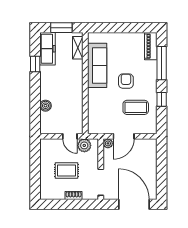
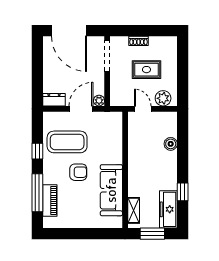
piano: (151, 46) -> (50, 200), moved
armchair: (126, 81) -> (78, 172), turned -90
coffee table: (136, 107) -> (67, 142), width x1.36, depth x1.32
dresser: (147, 144) -> (54, 100), added
plant: (84, 145) -> (163, 98), moved

